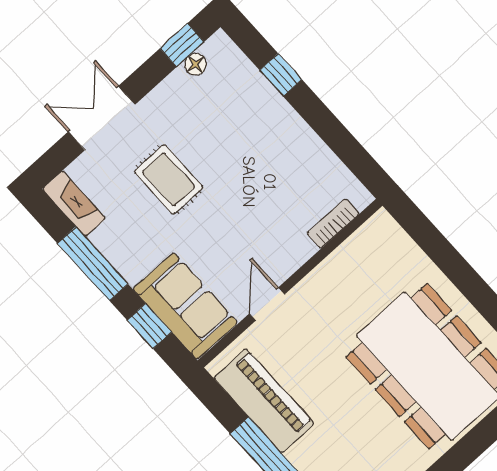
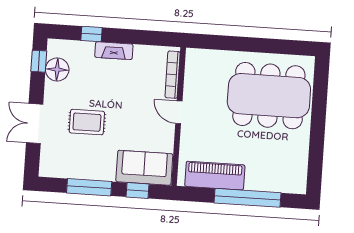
floor lamp: (196, 64) -> (57, 70), width x1.89, depth x1.89
fireplace: (74, 204) -> (114, 51), moved, turned 180
bookcase: (333, 224) -> (173, 75), width x1.56
door: (267, 304) -> (179, 112), moved

